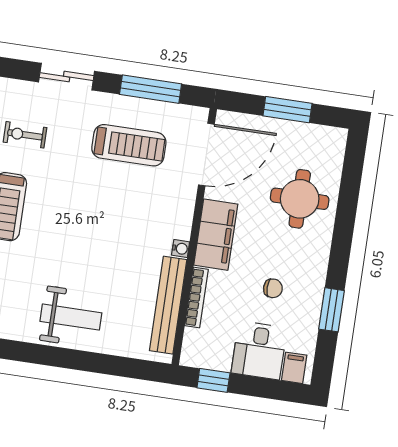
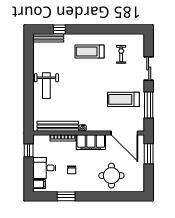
window: (287, 110) -> (149, 154), moved
treadmill: (129, 145) -> (123, 99), turned 90

